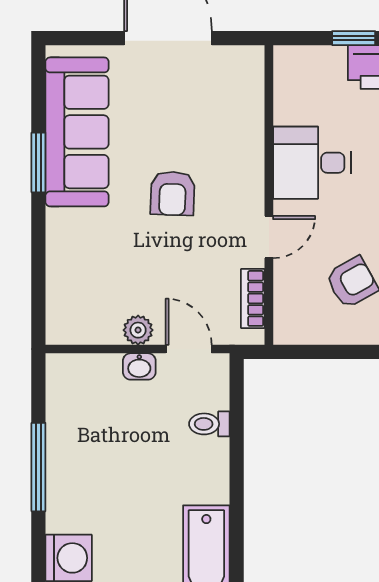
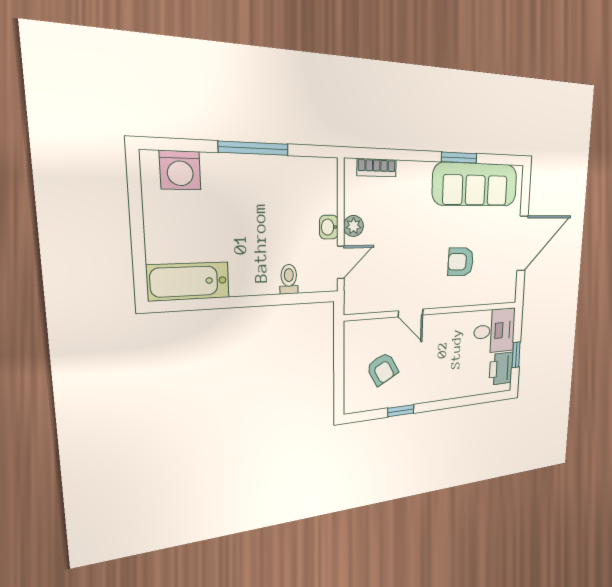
desk: (312, 163) -> (494, 331), moved, turned 90
armchair: (173, 193) -> (461, 262), moved
bookcase: (253, 298) -> (377, 168), moved, turned 180

